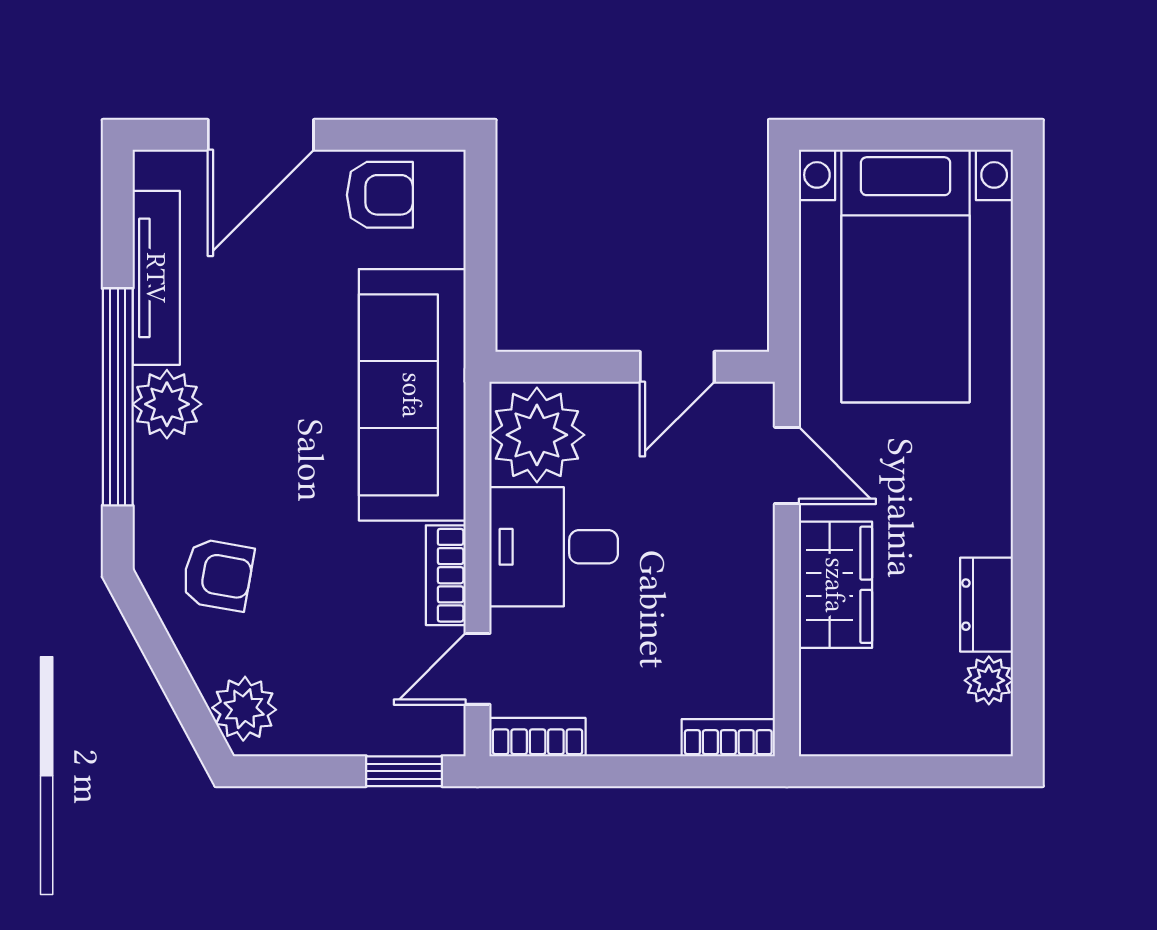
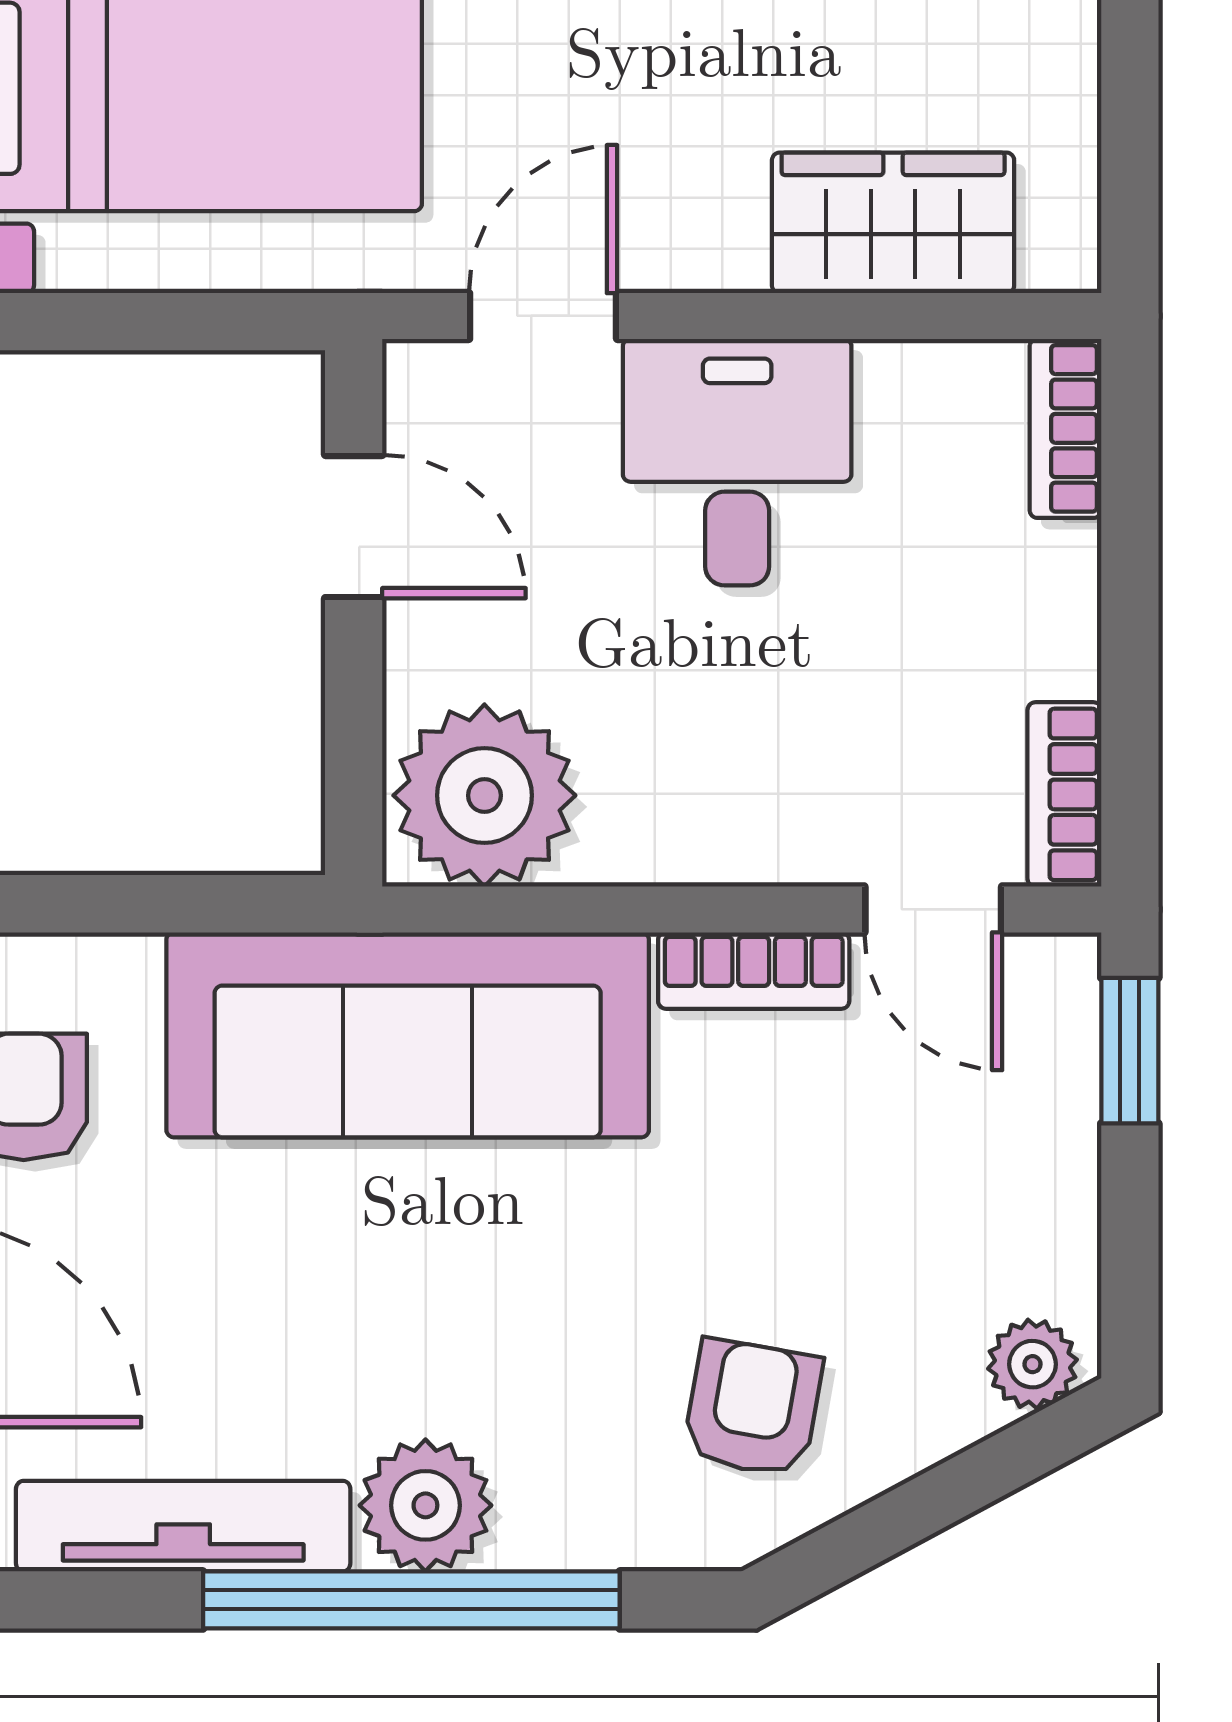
desk: (554, 547) -> (737, 462), moved, turned 180
wardrobe: (835, 585) -> (893, 223), moved
plant: (244, 709) -> (1033, 1364), width x0.73, depth x0.73

